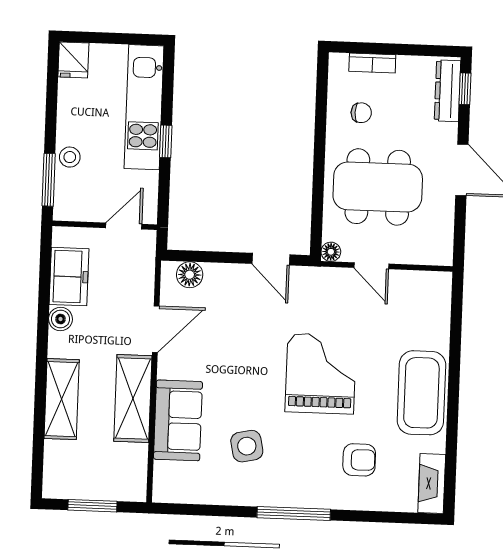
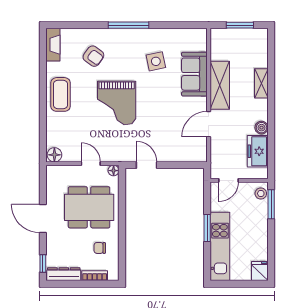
dresser: (447, 91) -> (64, 274), moved, turned -90
window: (166, 141) -> (207, 228), width x1.50
stool: (70, 157) -> (261, 194), moved
floor lamp: (190, 275) -> (54, 155), moved
coffee table: (421, 393) -> (61, 94), width x0.73, depth x0.76
shelving: (62, 399) -> (261, 83), width x0.67, depth x0.75
armchair: (359, 460) -> (93, 56), turned -144

